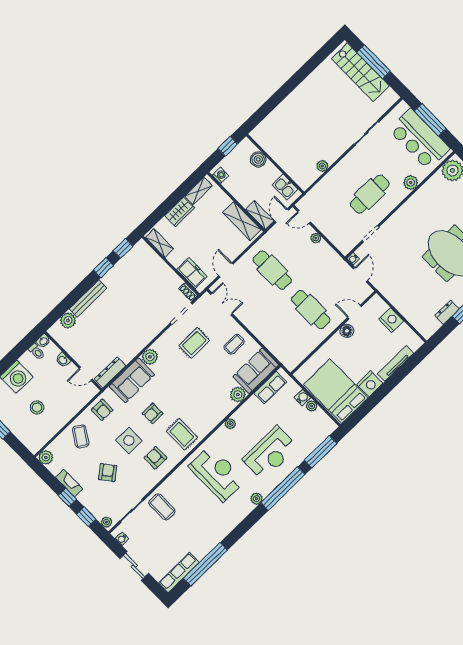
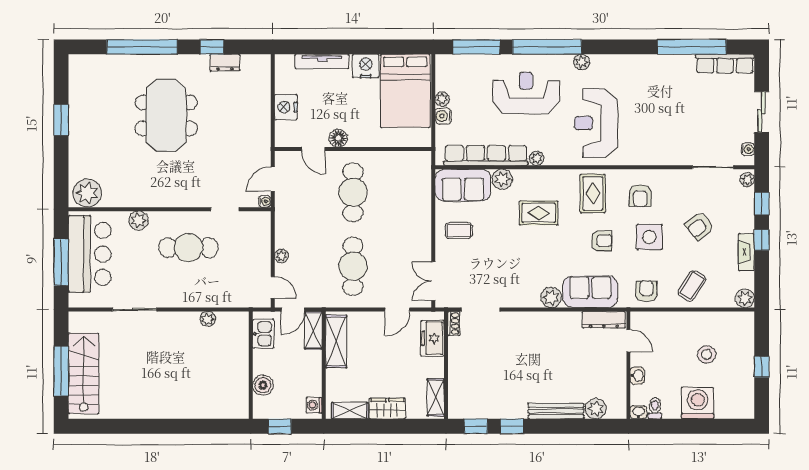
rug: (194, 343) -> (539, 213), moved
row of seats: (270, 388) -> (486, 155), width x2.02
coffee table: (162, 507) -> (680, 142), removed

